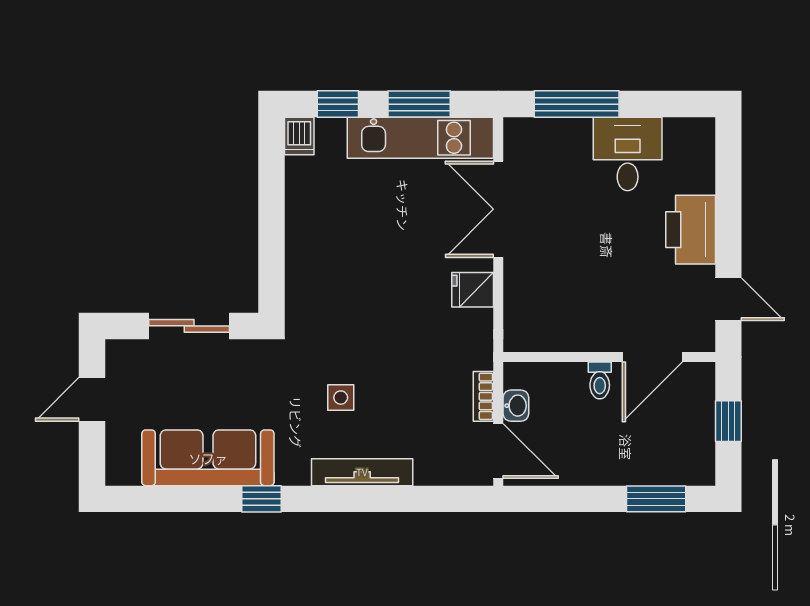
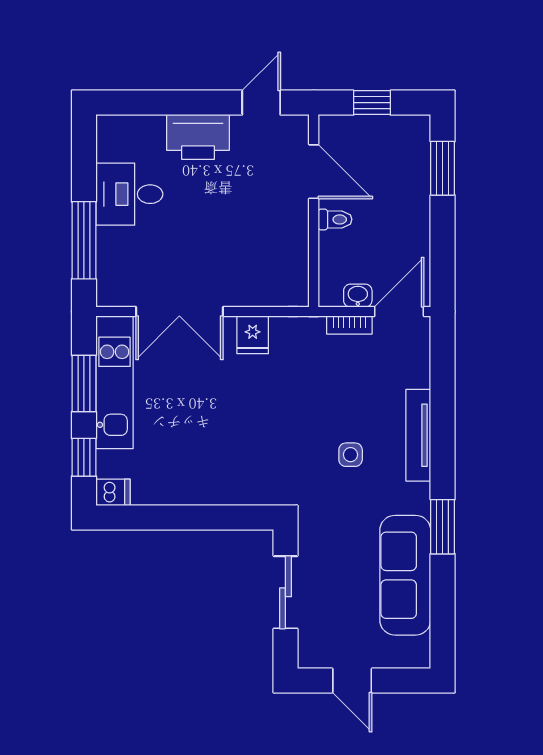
window: (261, 499) -> (443, 527), width x1.50

